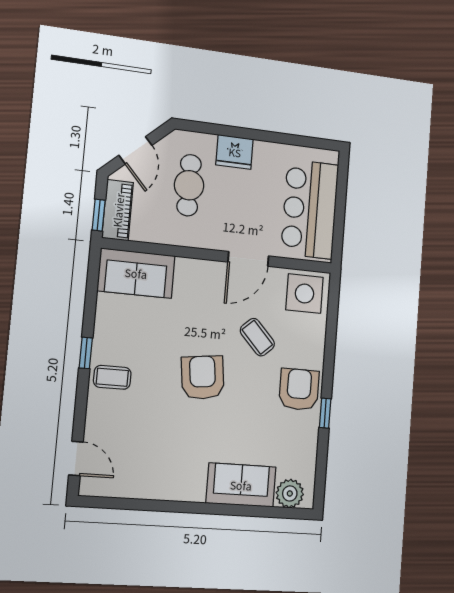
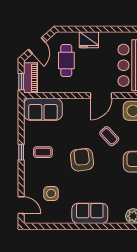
coffee table: (112, 377) -> (43, 152), moved
side table: (137, 439) -> (51, 193), added
sofa: (241, 485) -> (90, 213), moved

